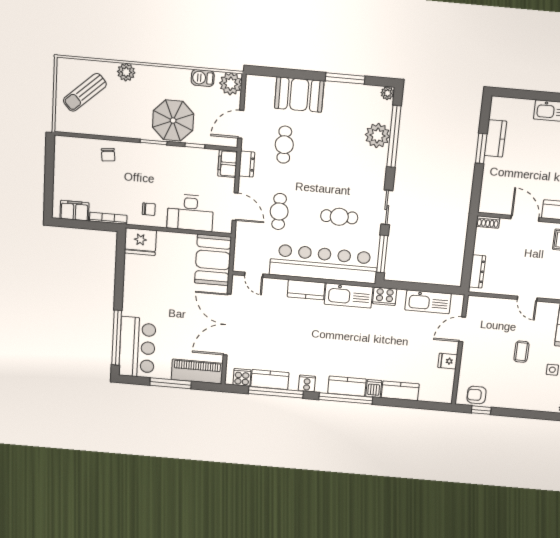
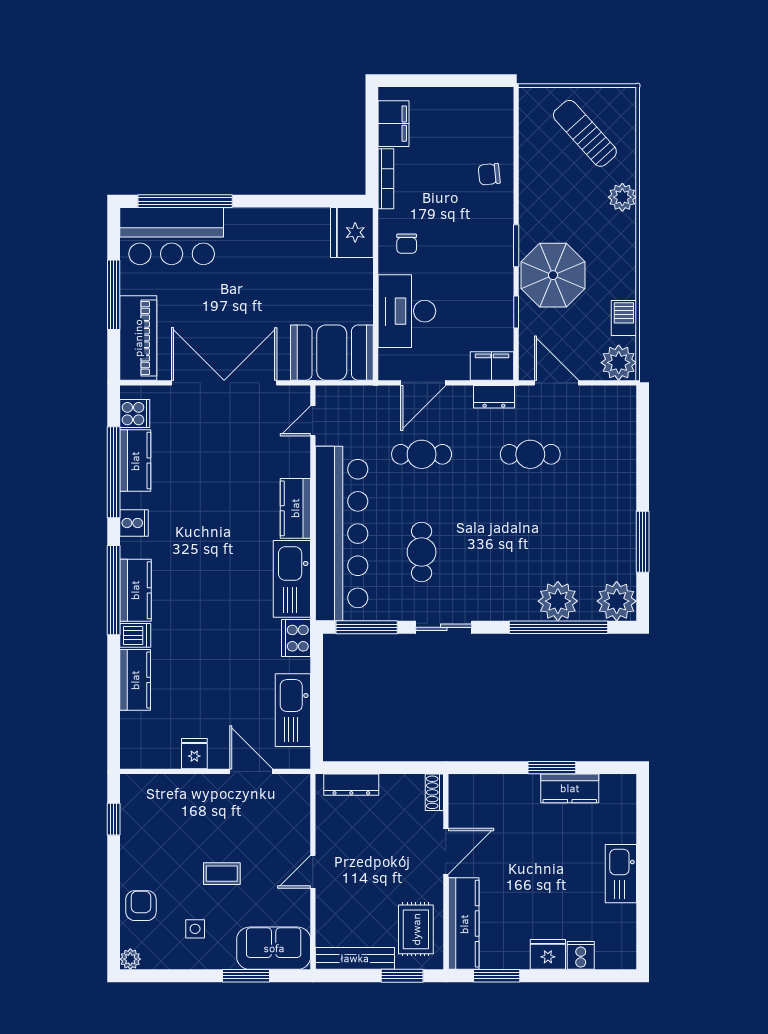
plant: (388, 93) -> (617, 601), width x1.87, depth x1.87
booth: (299, 95) -> (611, 472), removed
armchair: (477, 395) -> (141, 906), moved

